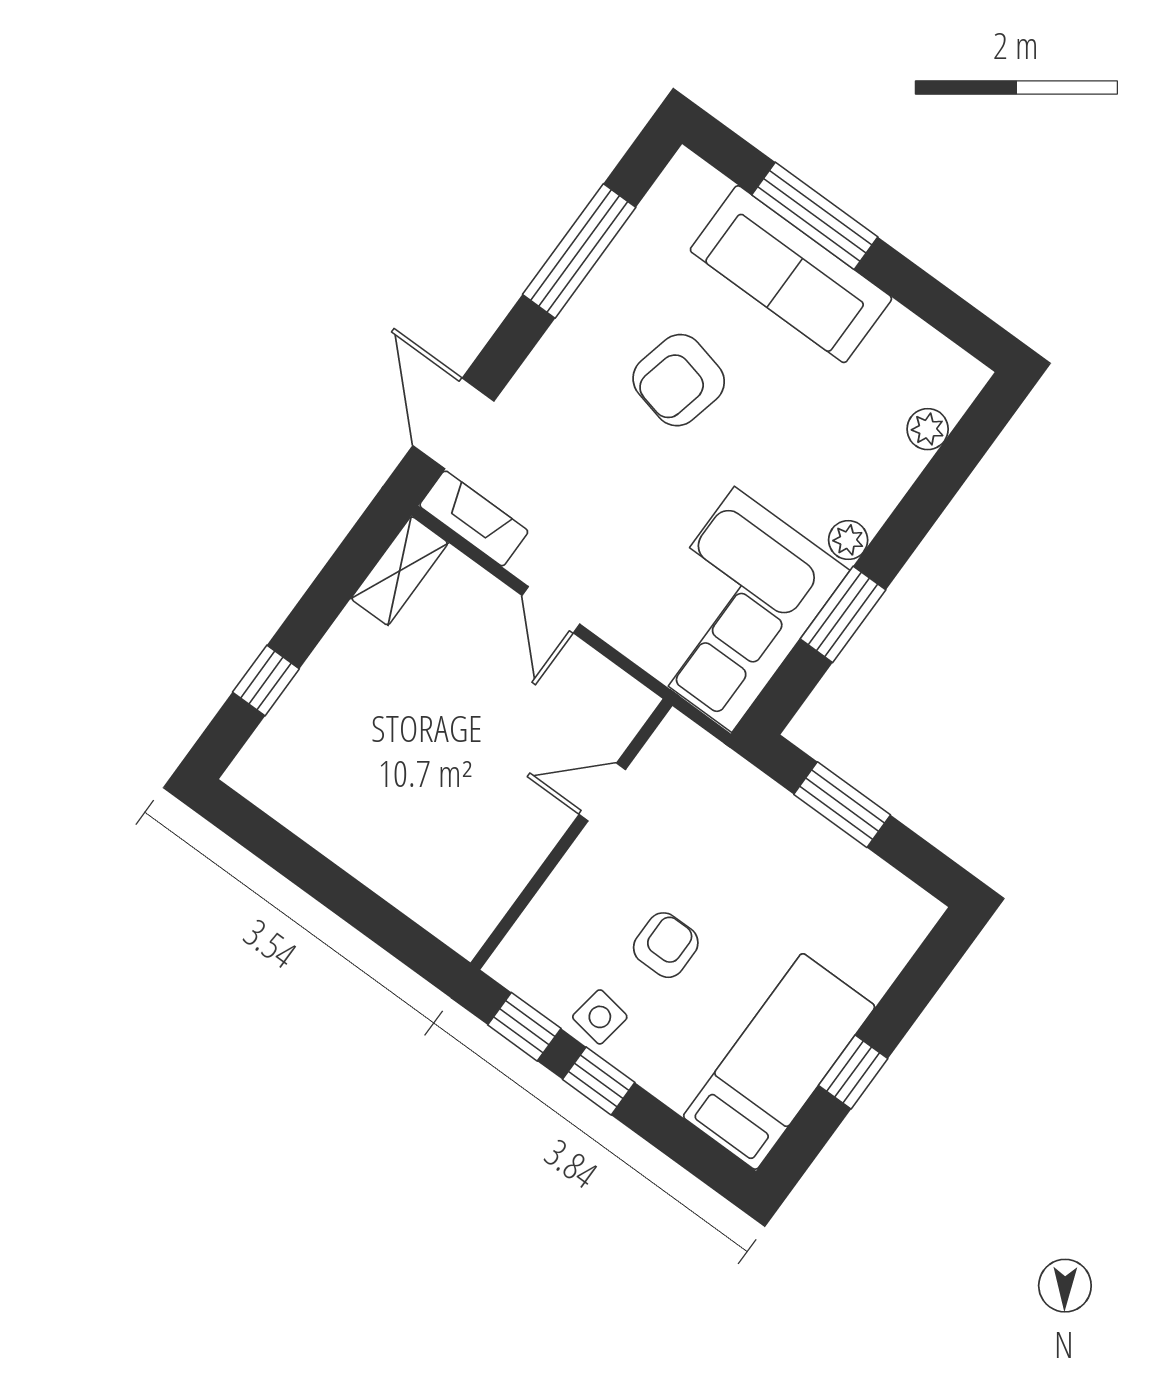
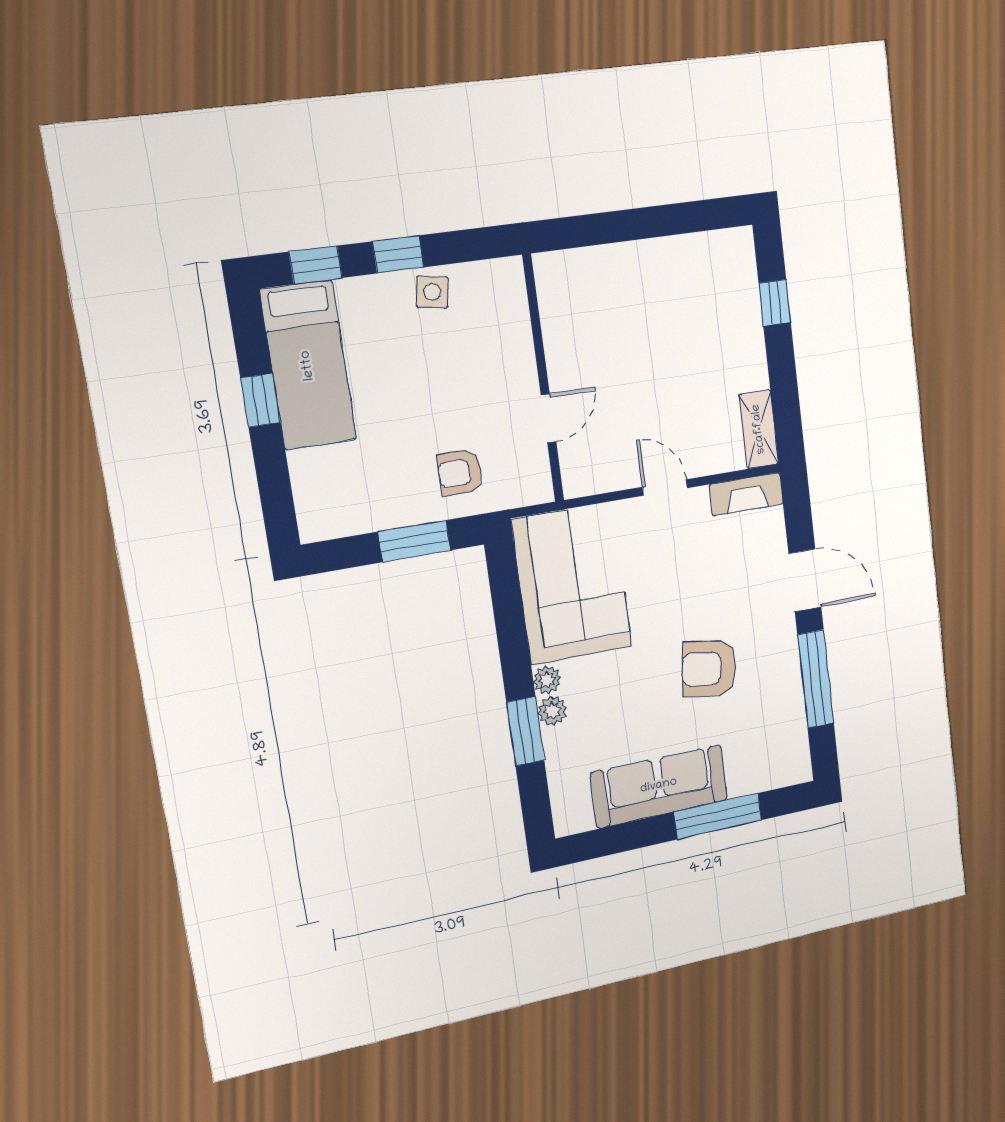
sofa: (791, 274) -> (659, 786), moved
armchair: (679, 380) -> (709, 669), turned -95
door: (453, 423) -> (805, 580), moved
plant: (928, 429) -> (552, 711), moved
window: (843, 614) -> (525, 731), moved
armchair: (666, 945) -> (460, 473), moved, turned 90
window: (524, 1027) -> (316, 265), moved

